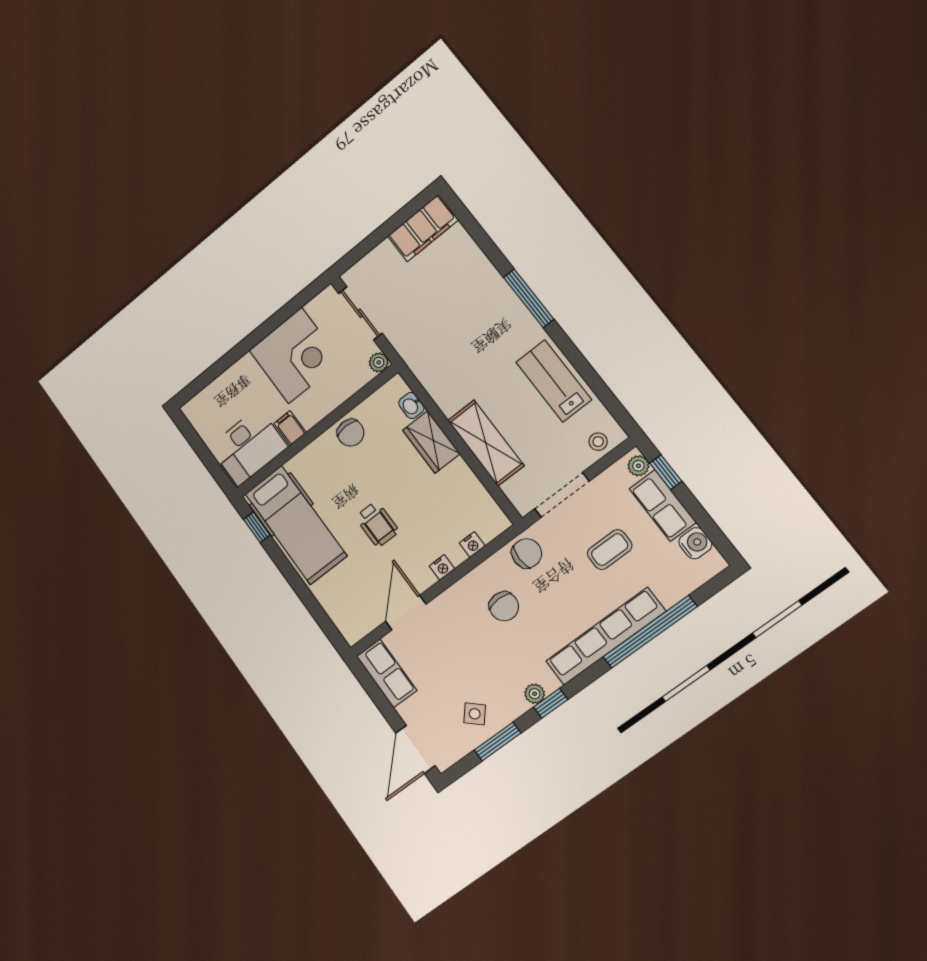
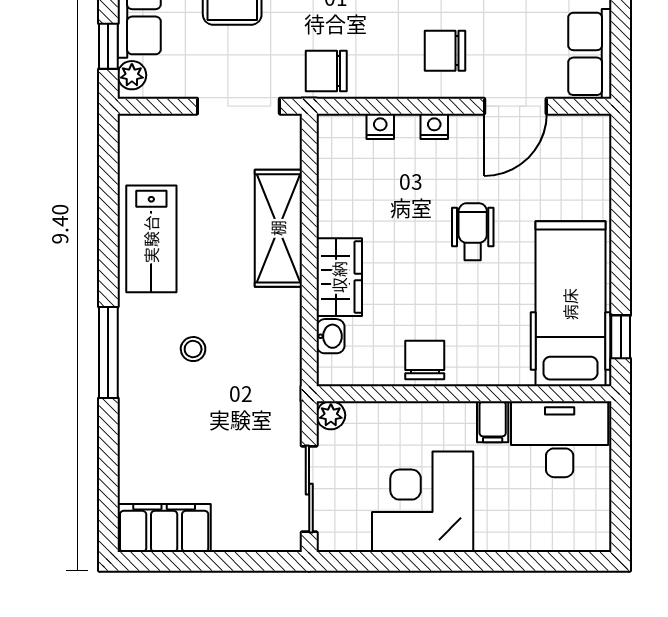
stool: (598, 442) -> (193, 349), moved
chair: (504, 606) -> (445, 51), moved, turned -90

